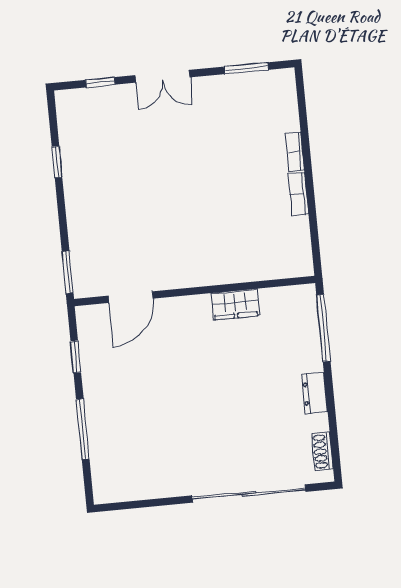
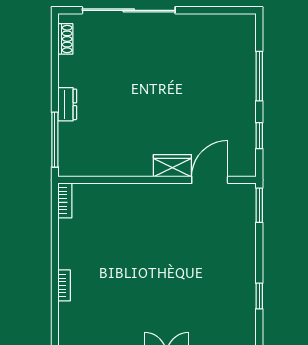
bookcase: (298, 194) -> (65, 200), moved
wardrobe: (235, 304) -> (172, 166), moved
dresser: (314, 393) -> (67, 104), moved

